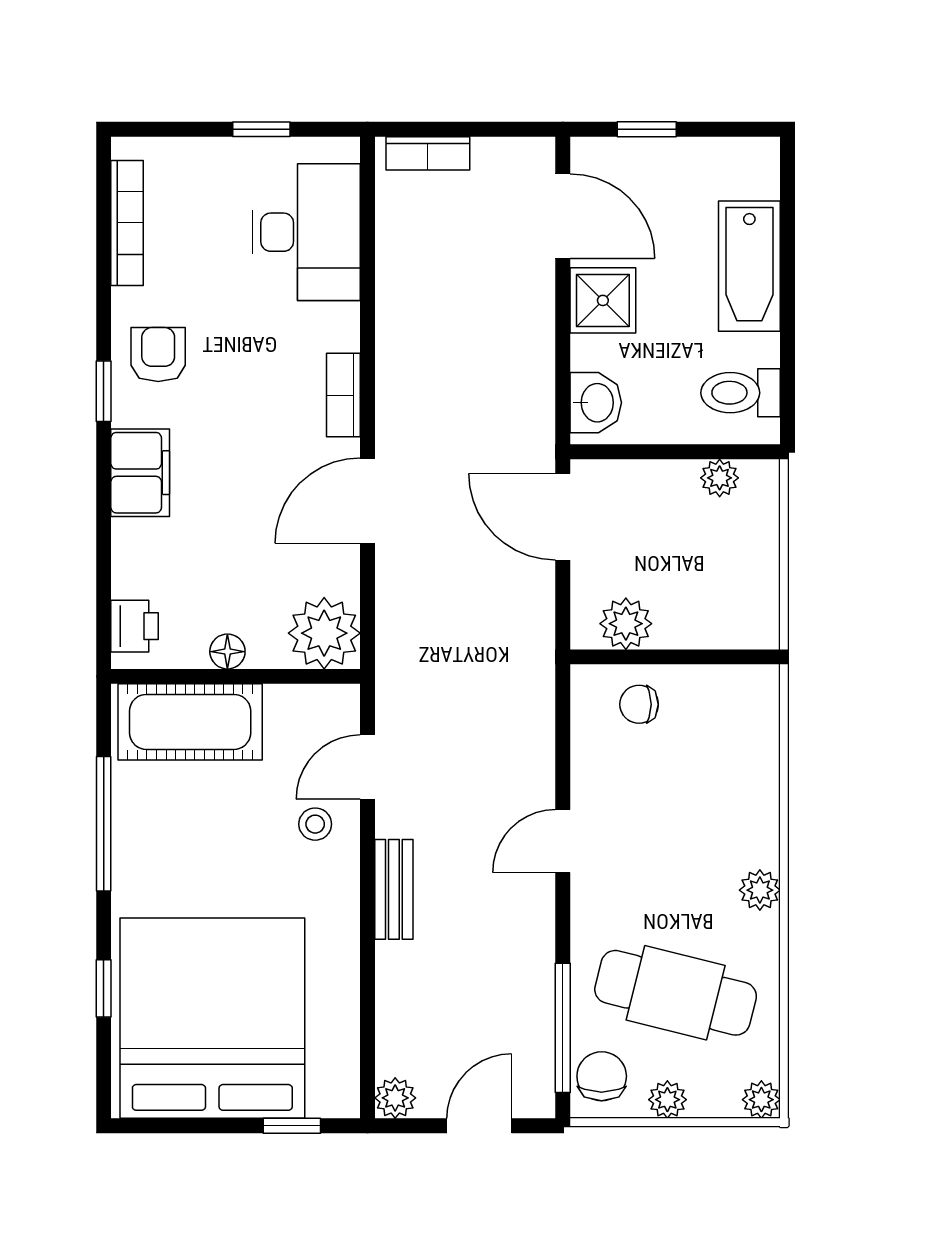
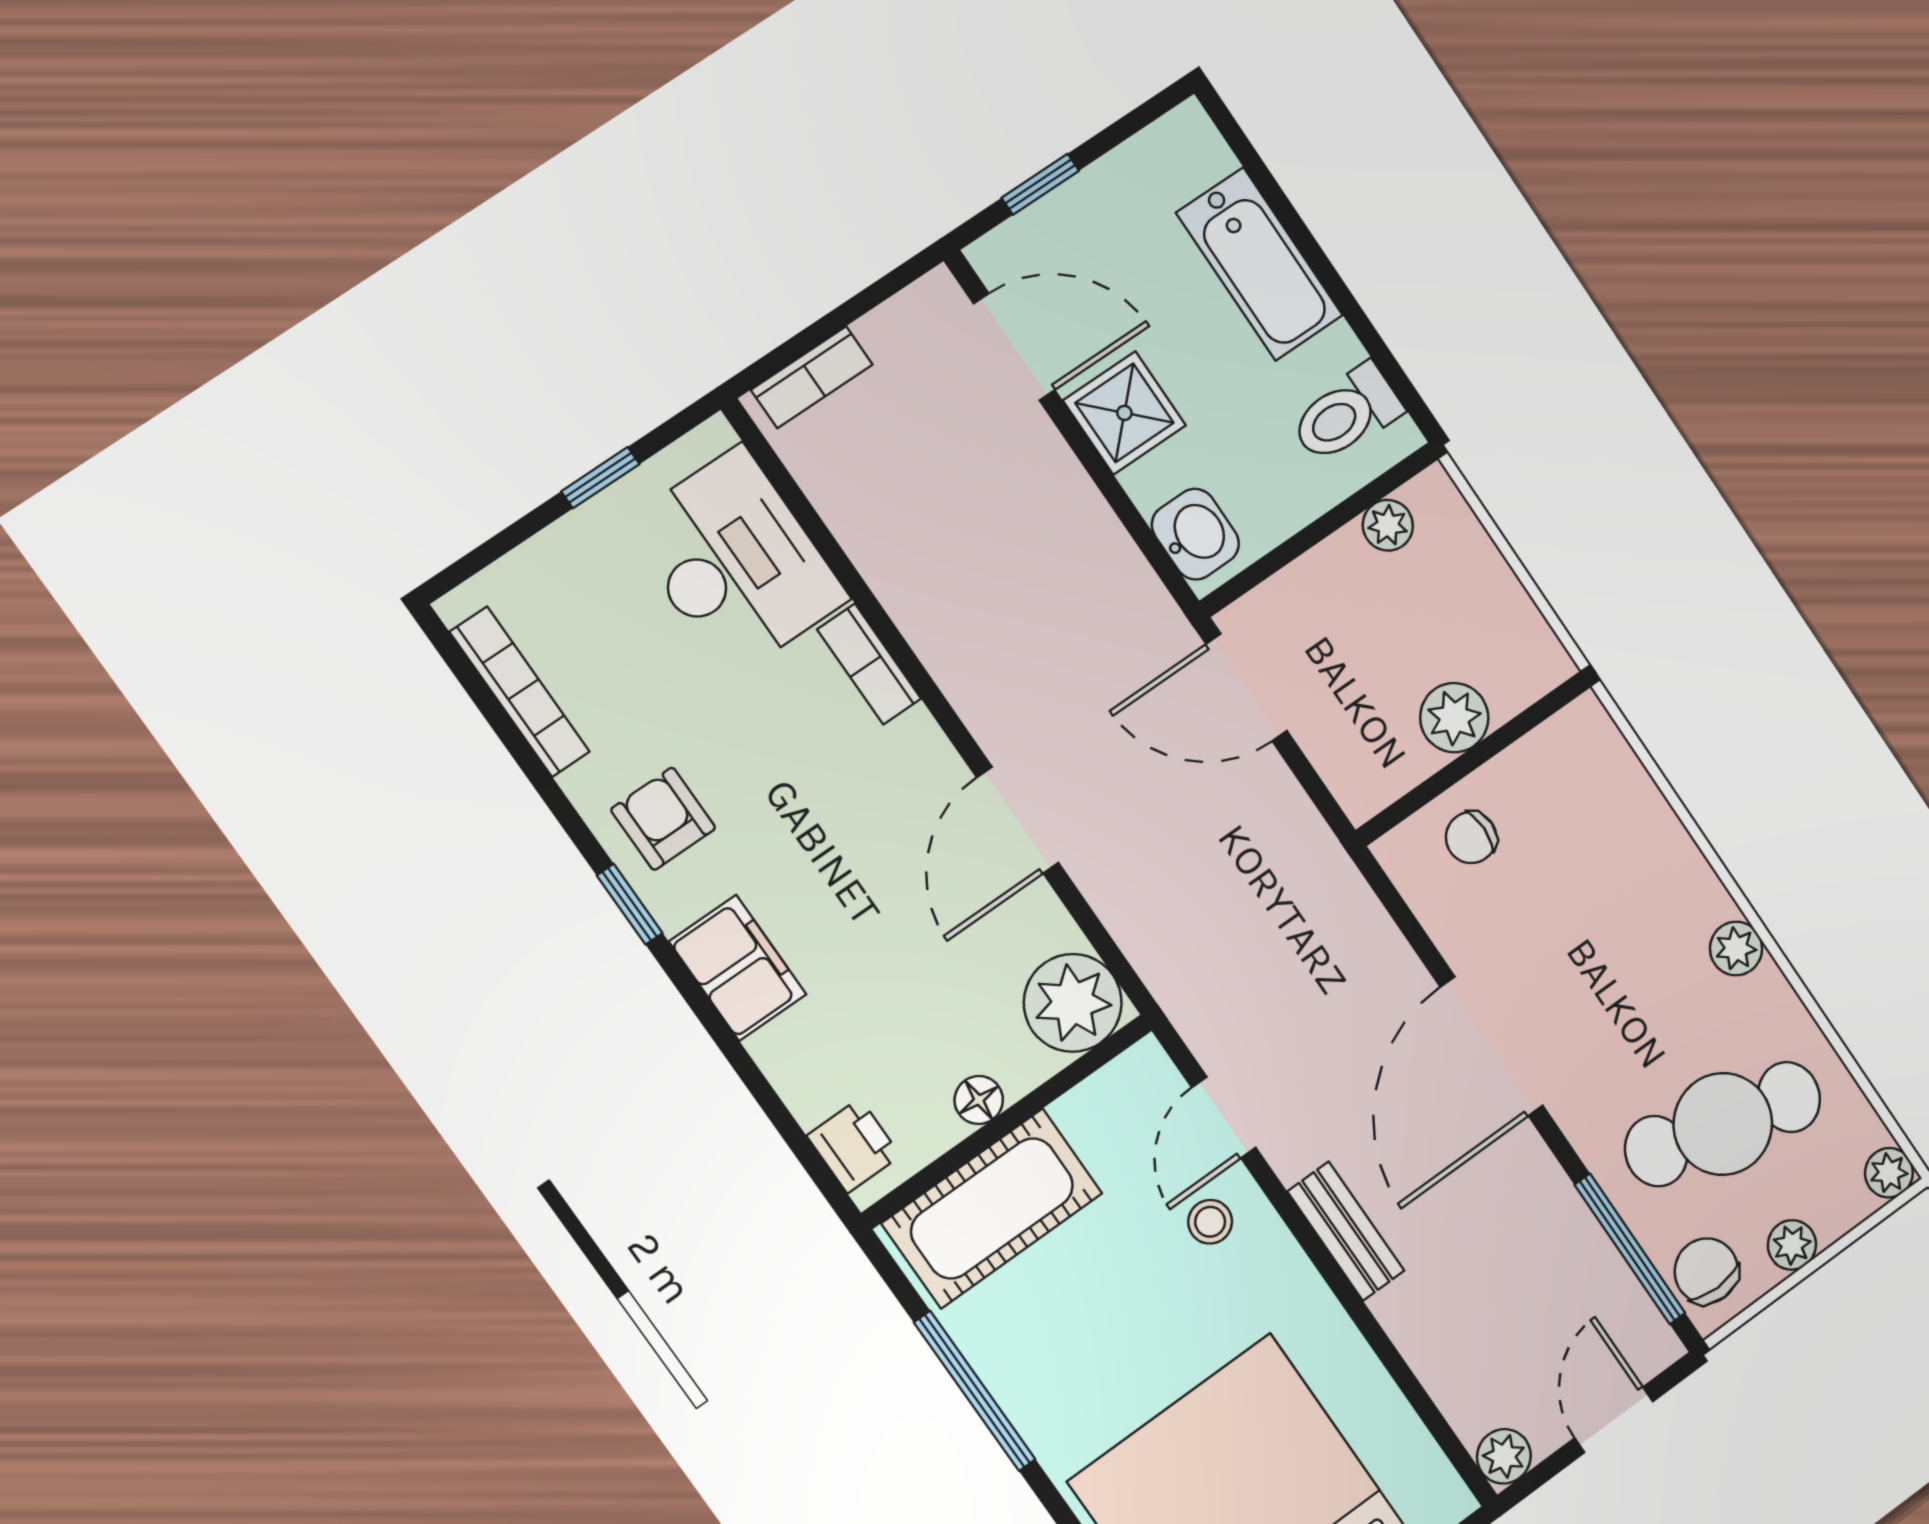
bookcase: (343, 395) -> (869, 664), moved
plant: (626, 624) -> (1454, 718), moved
door: (563, 841) -> (1492, 1046), width x1.87

